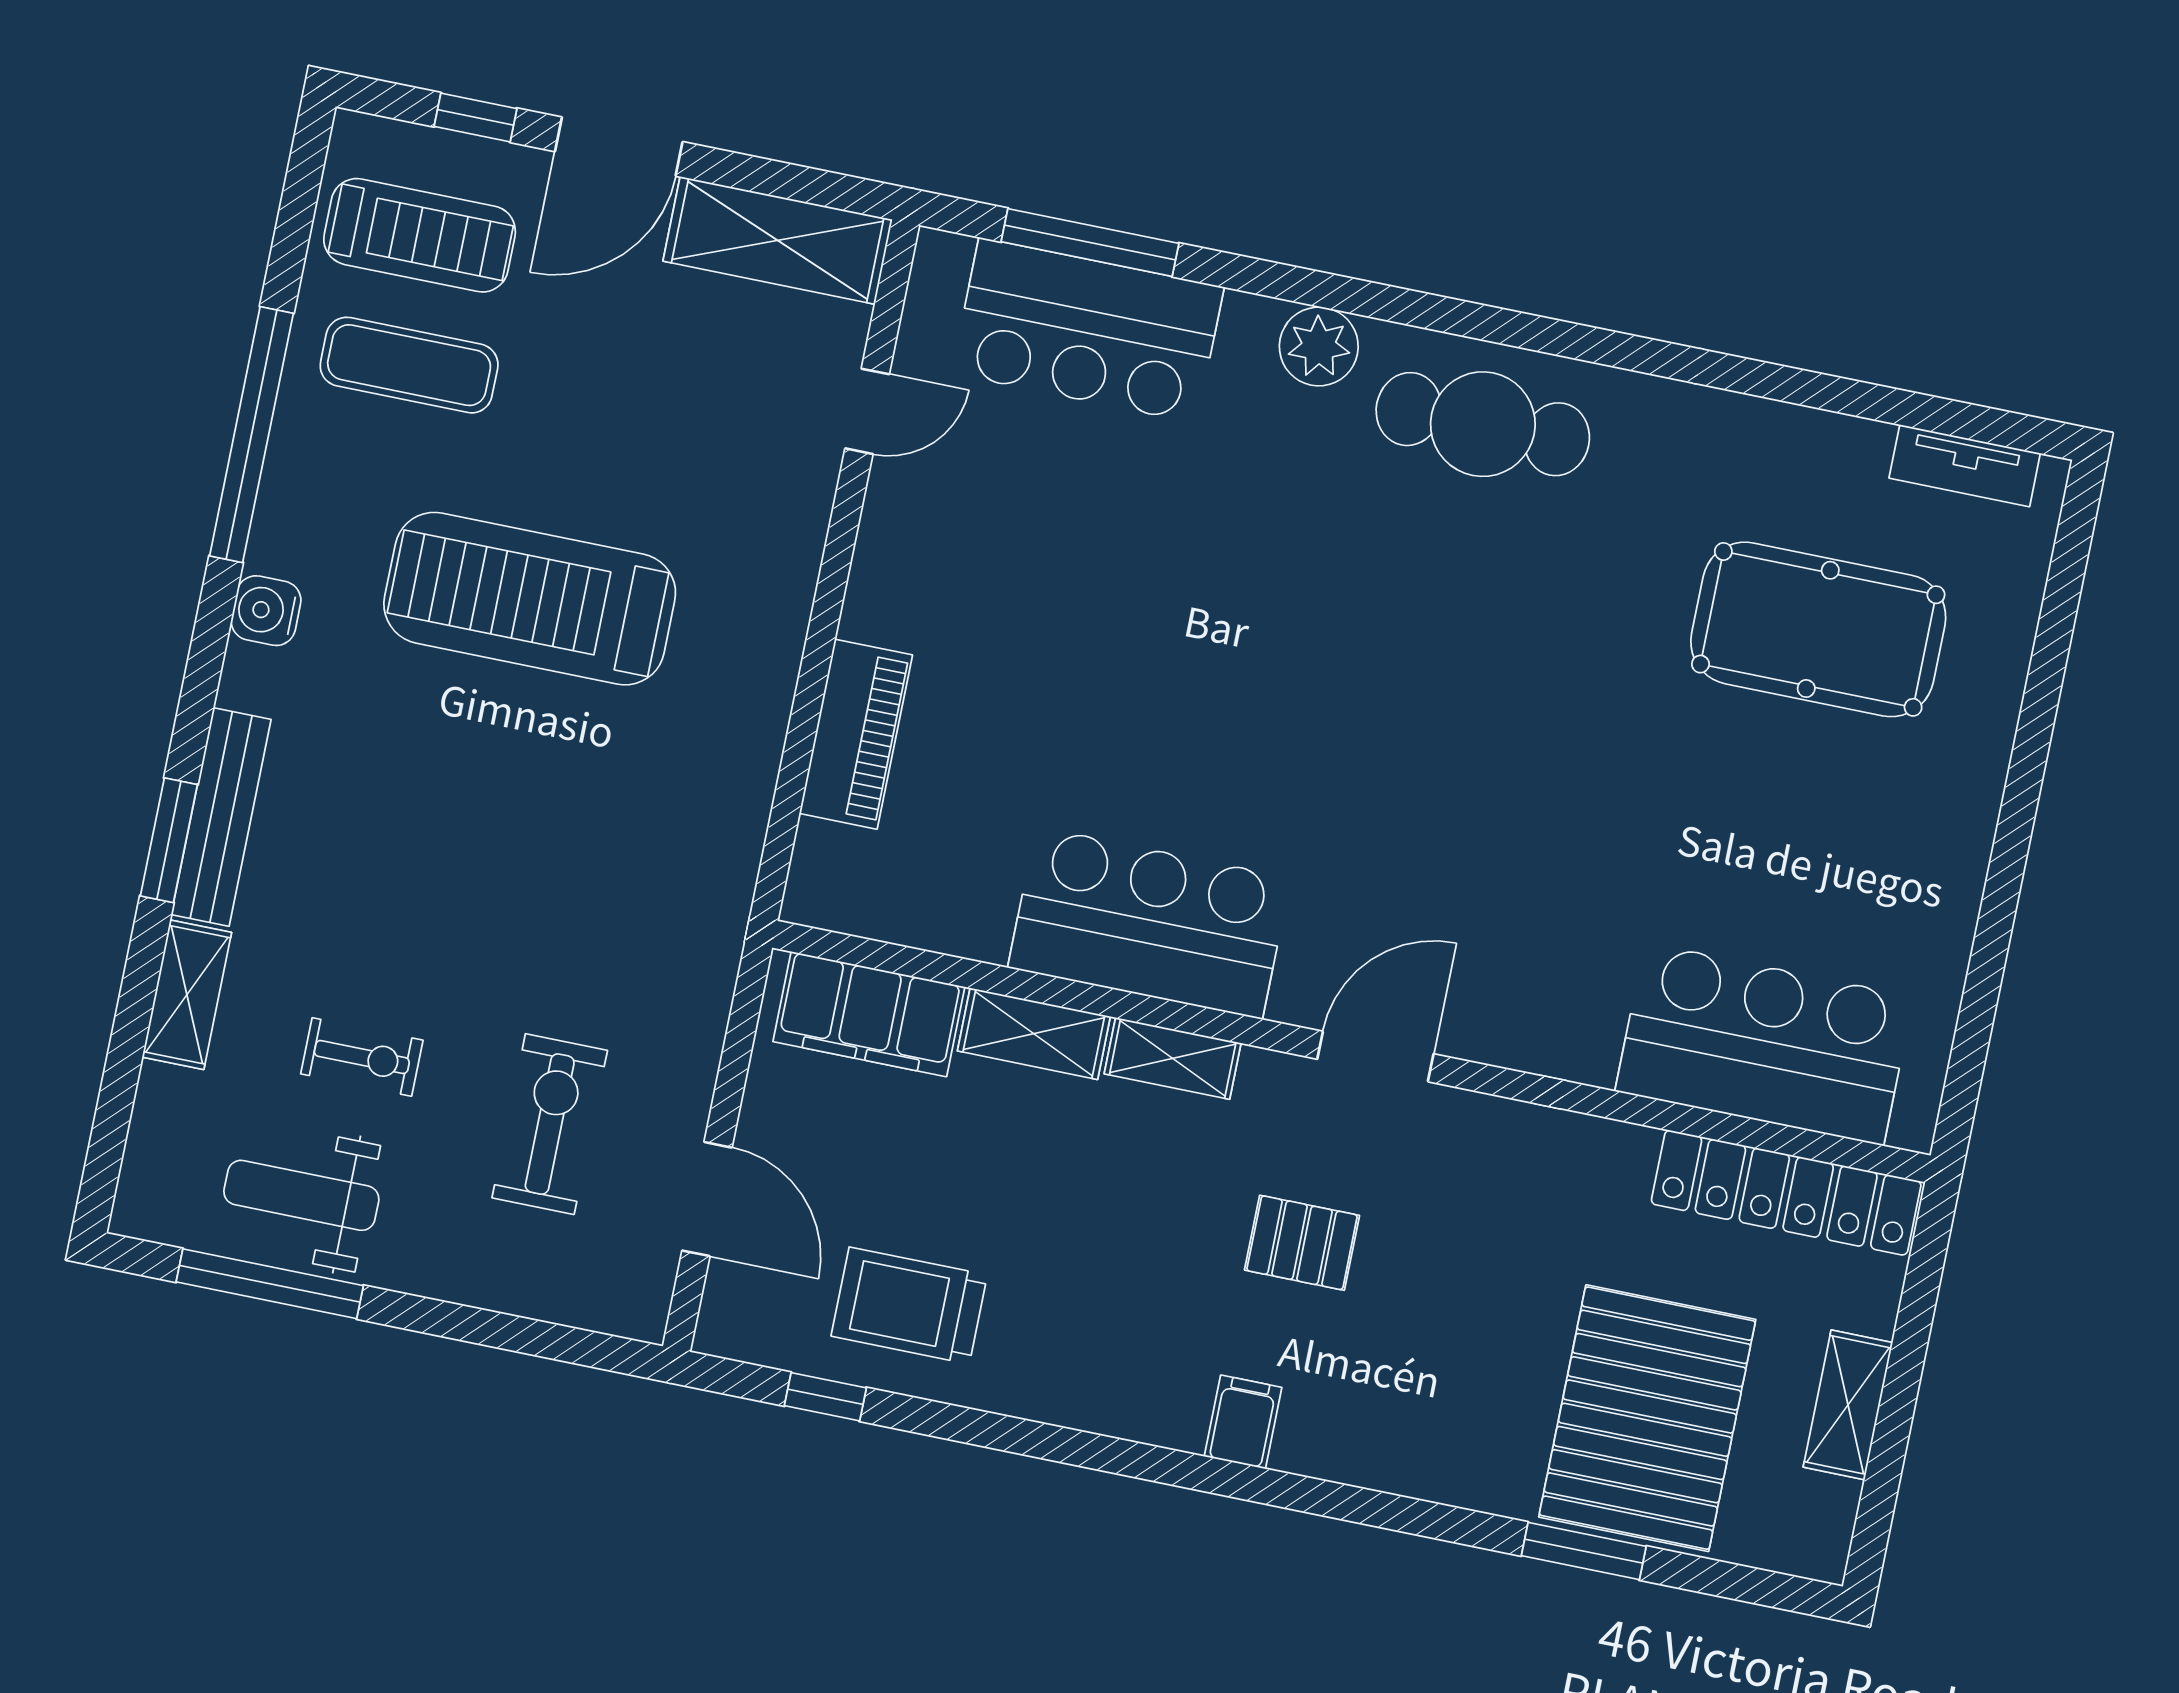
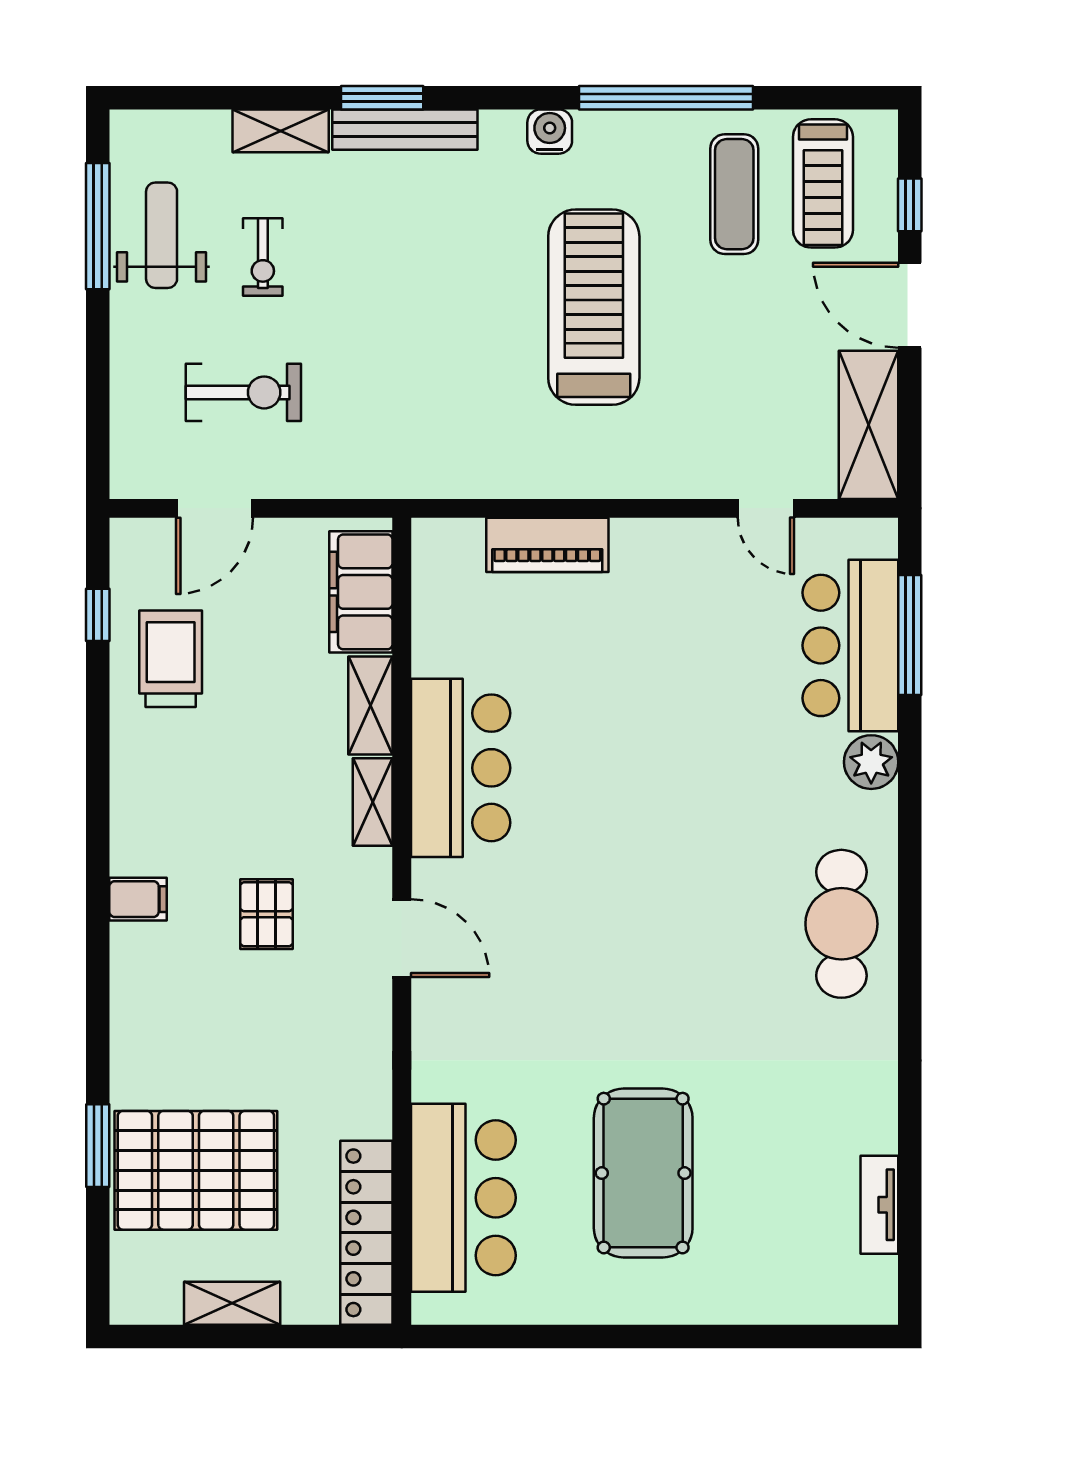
plant: (1319, 347) -> (871, 762), moved
tv unit: (1965, 466) -> (879, 1205), moved
pool table: (1818, 629) -> (643, 1173), moved

